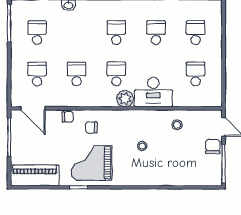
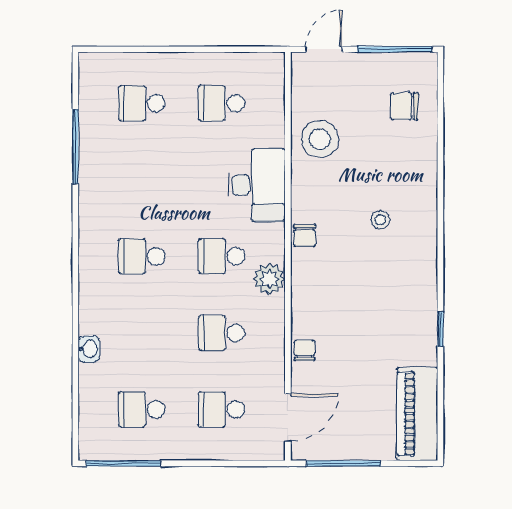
school desk: (156, 33) -> (142, 180), removed
plant: (125, 99) -> (269, 279), moved
stool: (177, 125) -> (320, 139), width x1.89, depth x1.89
chair: (91, 127) -> (305, 236), moved
stool: (142, 146) -> (380, 220), moved
chair: (213, 147) -> (404, 106), moved
grand piano: (91, 163) -> (393, 305), removed

